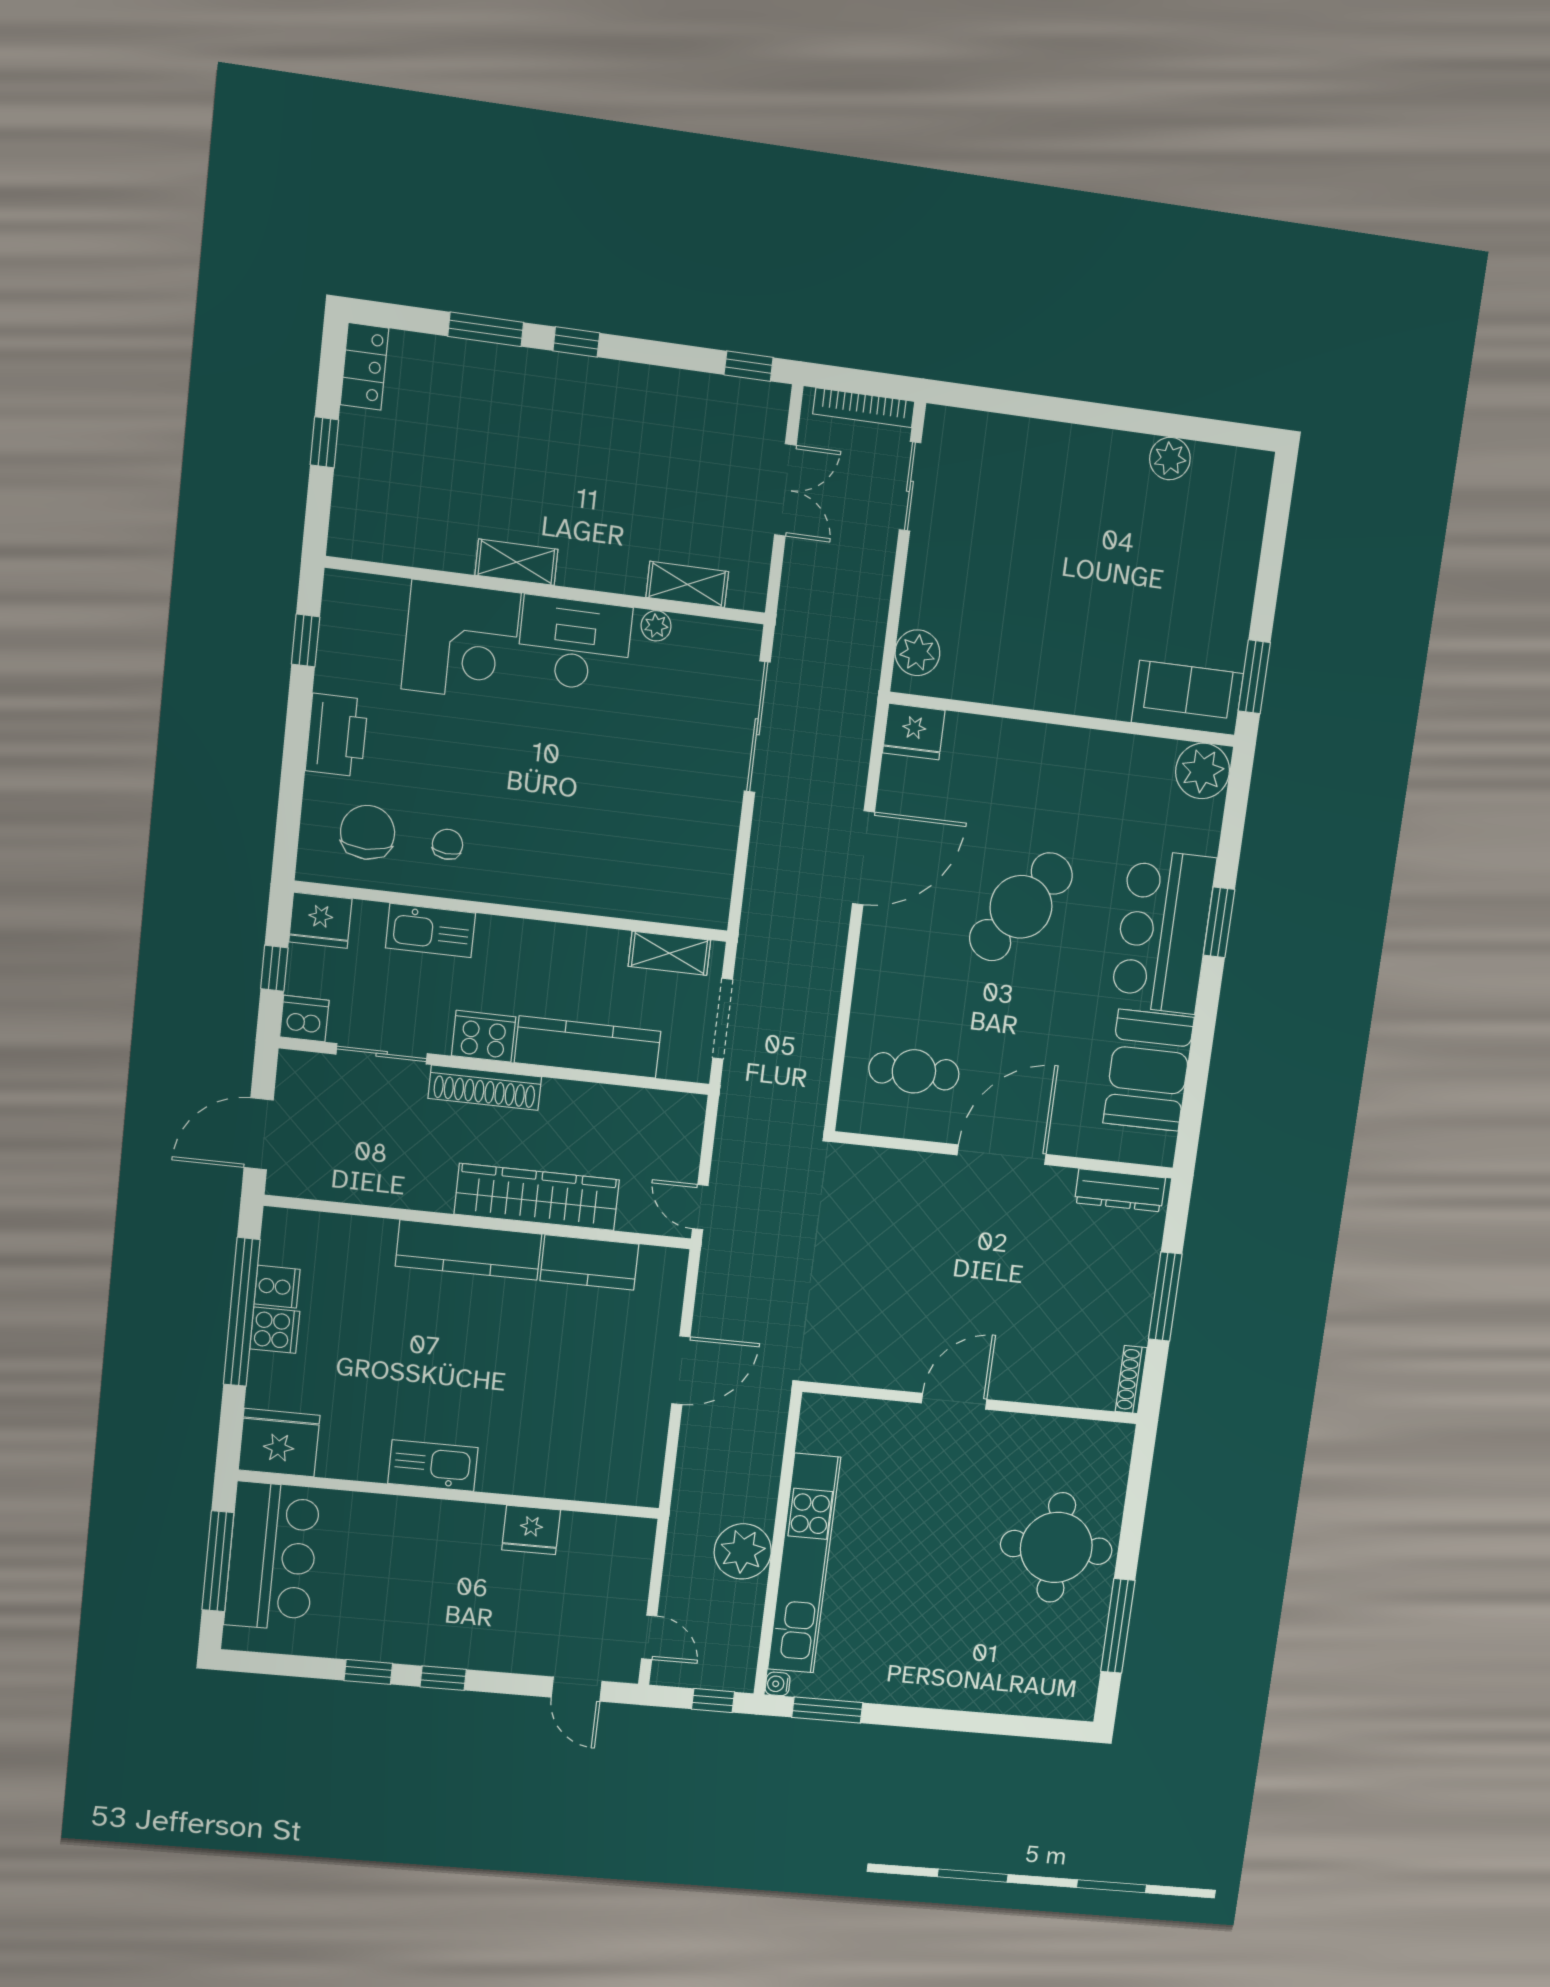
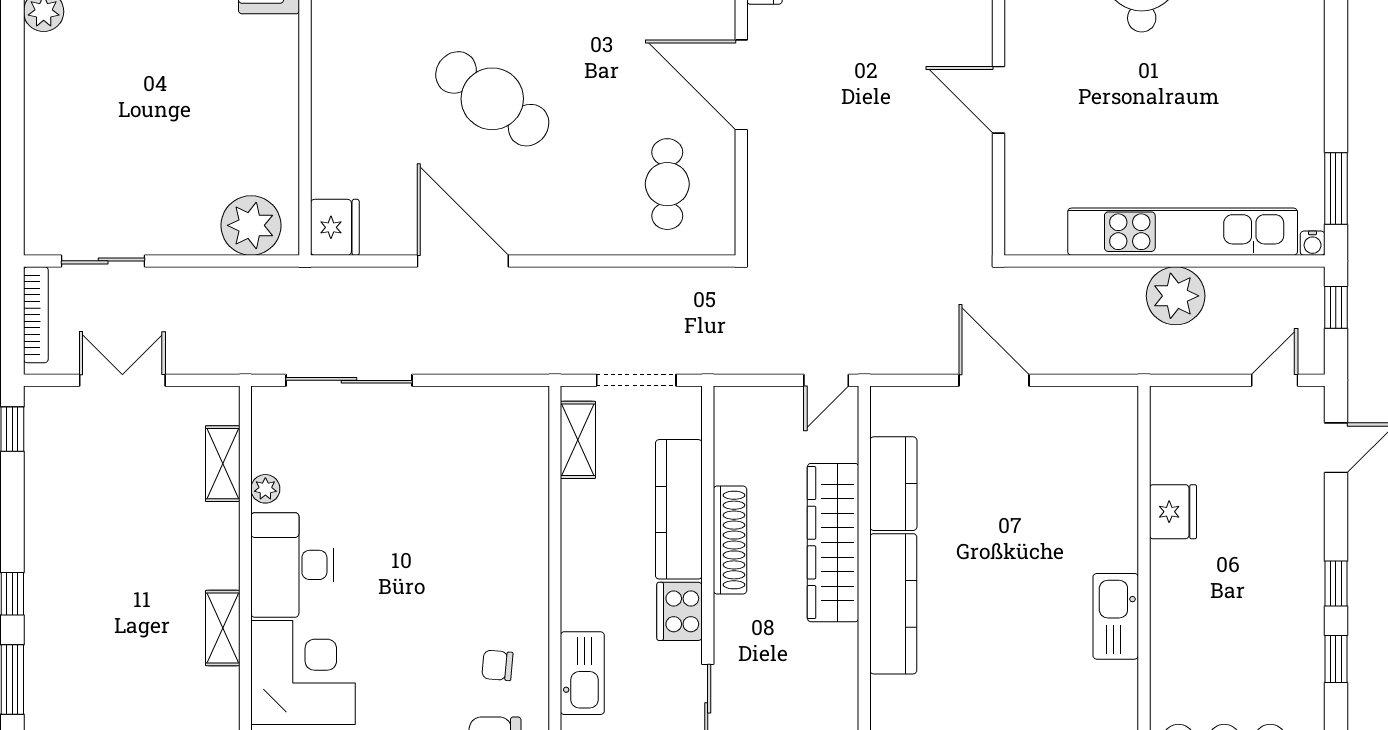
plant: (917, 653) -> (251, 225), width x1.36, depth x1.36
shoe rack: (485, 1088) -> (730, 540), moved

